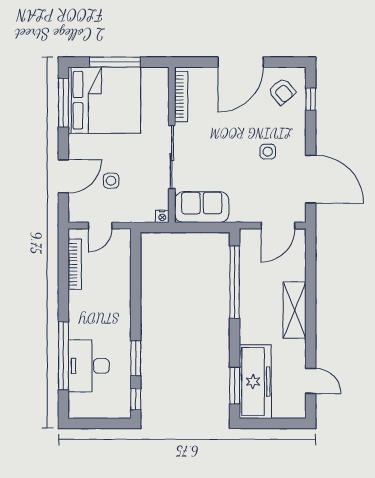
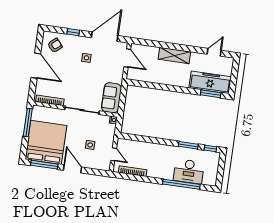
window: (115, 62) -> (28, 122), moved
window: (311, 99) -> (73, 32), moved
door: (63, 176) -> (73, 169), moved
window: (235, 282) -> (155, 86), removed

